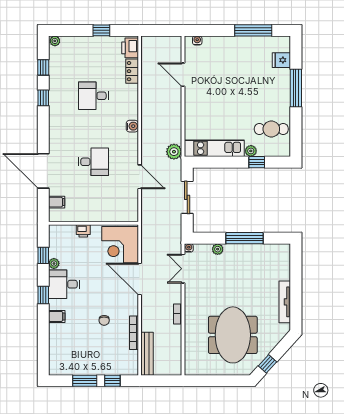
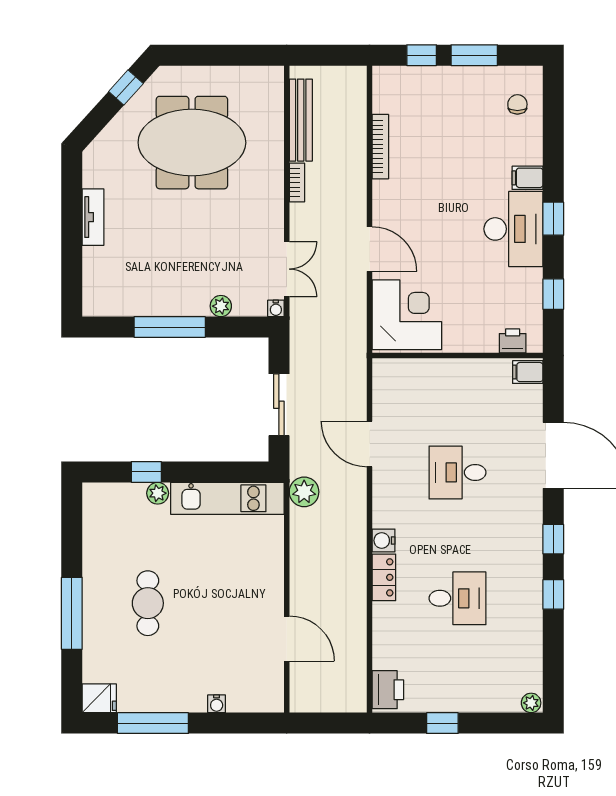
water cooler: (197, 40) -> (217, 704), moved
fridge: (281, 60) -> (99, 698), moved
window: (43, 67) -> (553, 539), moved
locker: (132, 71) -> (384, 577), moved
cafe table: (271, 129) -> (148, 603), moved, turned 90
filing cabinet: (57, 202) -> (528, 372), moved
printer: (83, 231) -> (513, 341), moved
plant: (54, 263) -> (533, 279), removed
door: (140, 279) -> (370, 249), width x0.73
desk: (64, 284) -> (513, 229), width x1.37
tv unit: (285, 302) -> (93, 217), width x0.71
chair: (104, 320) -> (517, 104), moved
meeting table: (233, 335) -> (192, 143), turned 90
bench: (147, 354) -> (301, 120), moved

